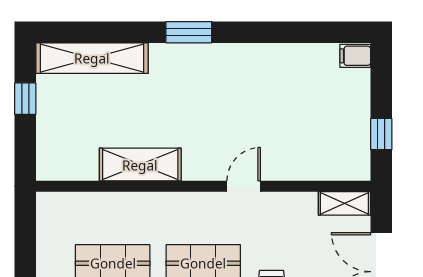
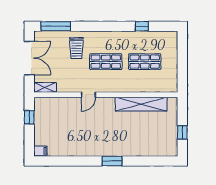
shelving: (92, 58) -> (154, 150), removed
shelving: (140, 165) -> (141, 104), width x1.47

